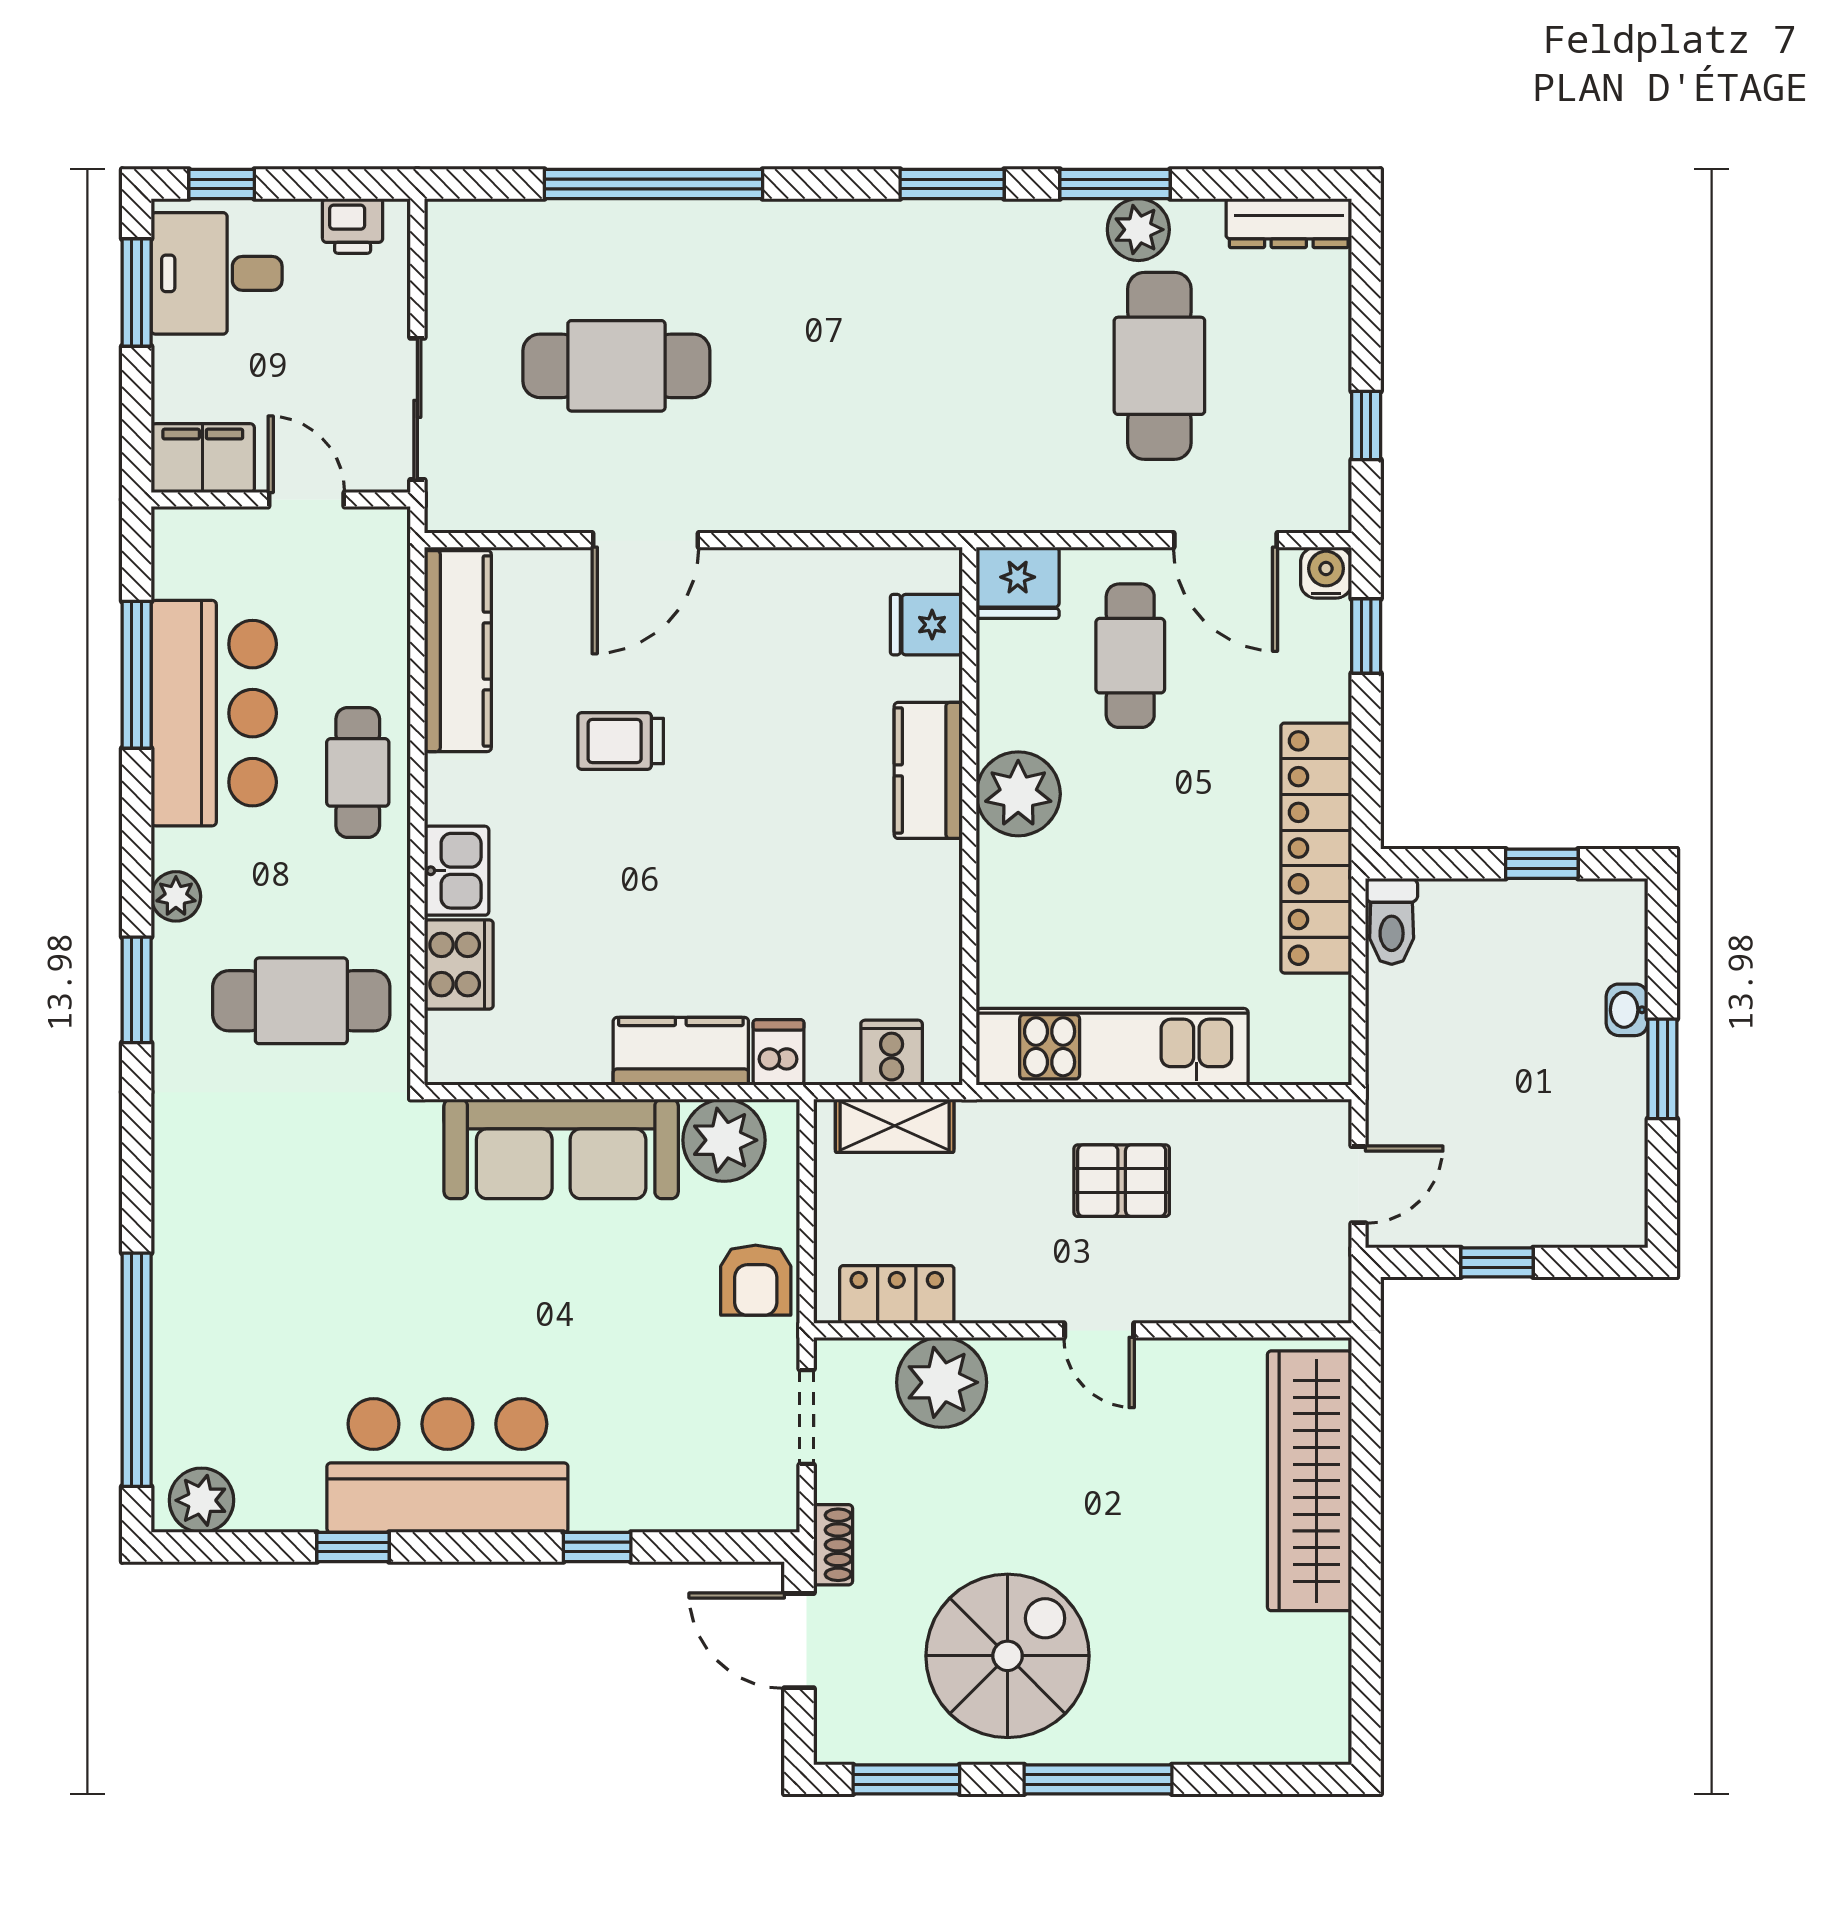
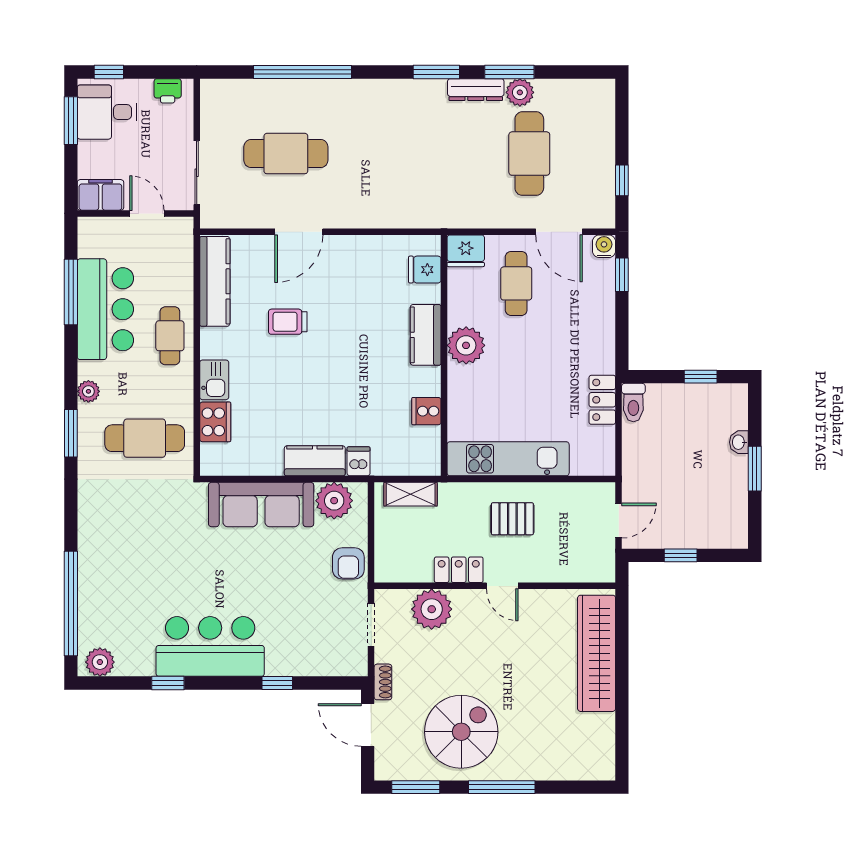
dresser: (1289, 223) -> (476, 90), moved
locker: (1316, 848) -> (602, 400), width x0.46, depth x0.83
cooker: (892, 1053) -> (426, 411), moved, turned -90
locker: (897, 1294) -> (459, 570), moved

